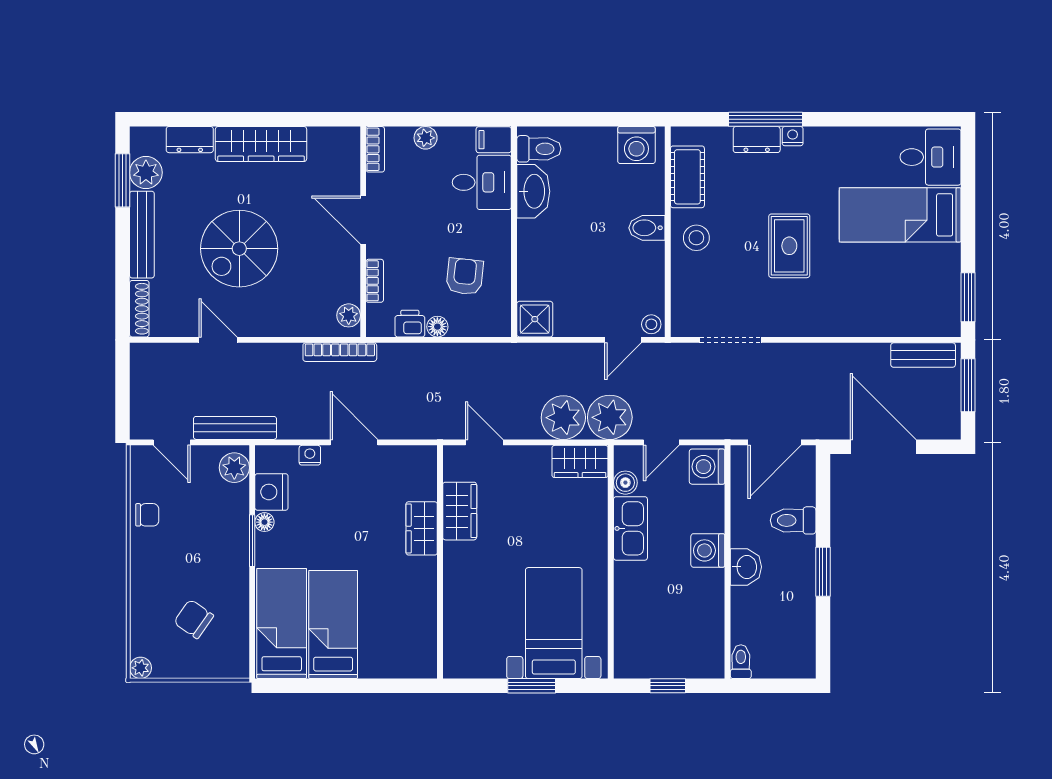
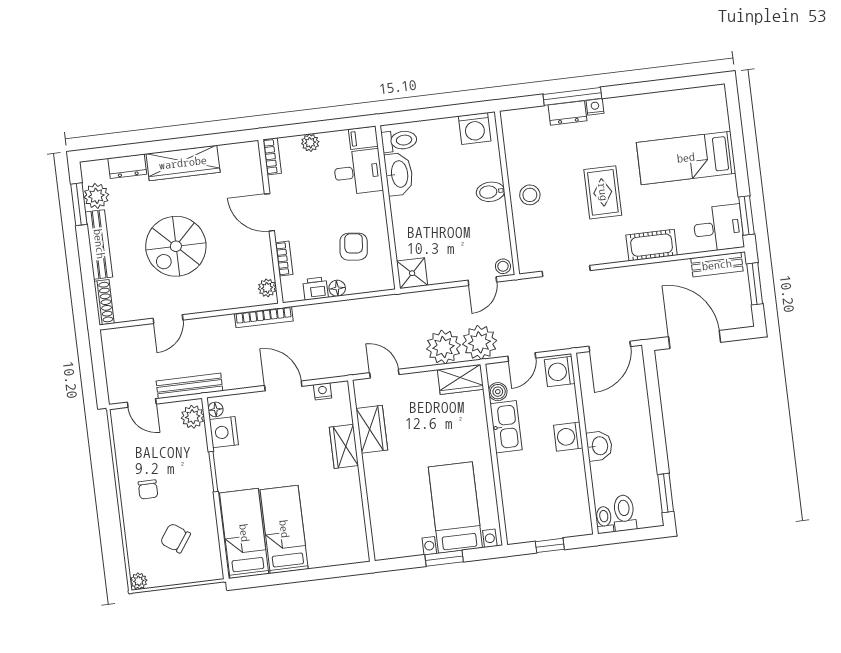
desk: (931, 157) -> (718, 228), moved
cot: (687, 177) -> (652, 245), moved, turned 90
door: (218, 340) -> (168, 319), swing flipped
nightstand: (310, 455) -> (323, 391), moved
chair: (147, 515) -> (148, 489), moved, turned 90
toilet: (793, 520) -> (624, 513), moved, turned 90
floor lamp: (264, 522) -> (216, 409), moved
window: (823, 572) -> (666, 493), moved

